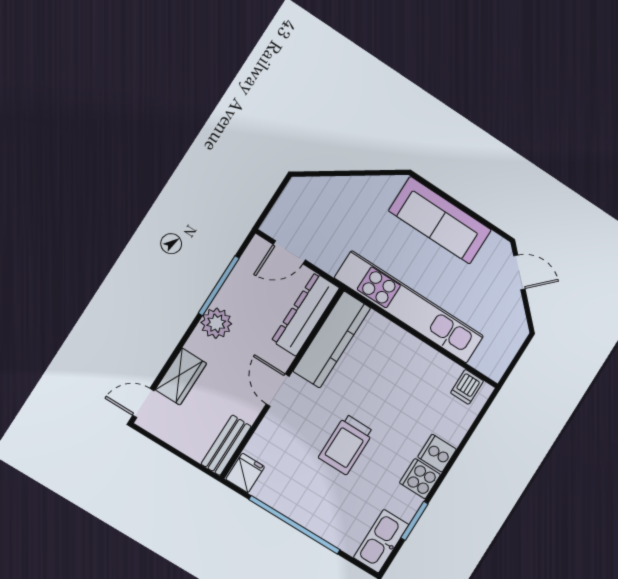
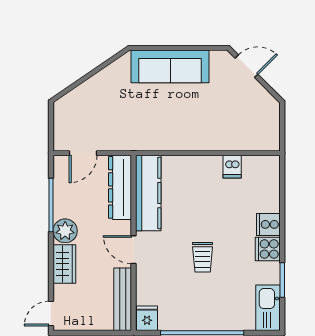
kitchen unit: (409, 307) -> (186, 138), removed
wardrobe: (181, 377) -> (64, 264), moved
dishwasher: (467, 387) -> (232, 167), moved
trolley: (346, 444) -> (203, 257), width x0.73, depth x0.72
bench: (226, 445) -> (123, 299), width x1.36

